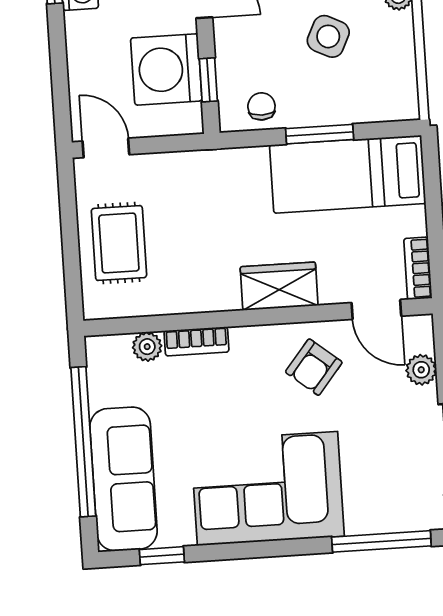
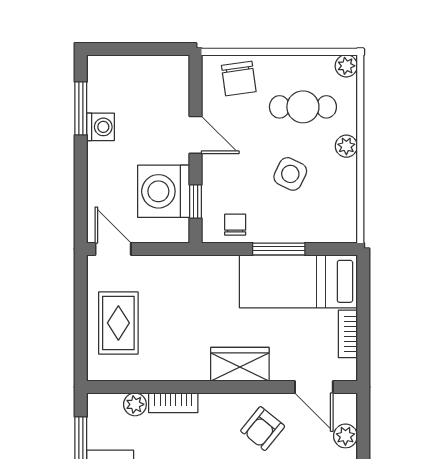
bookcase: (418, 268) -> (348, 334), moved

